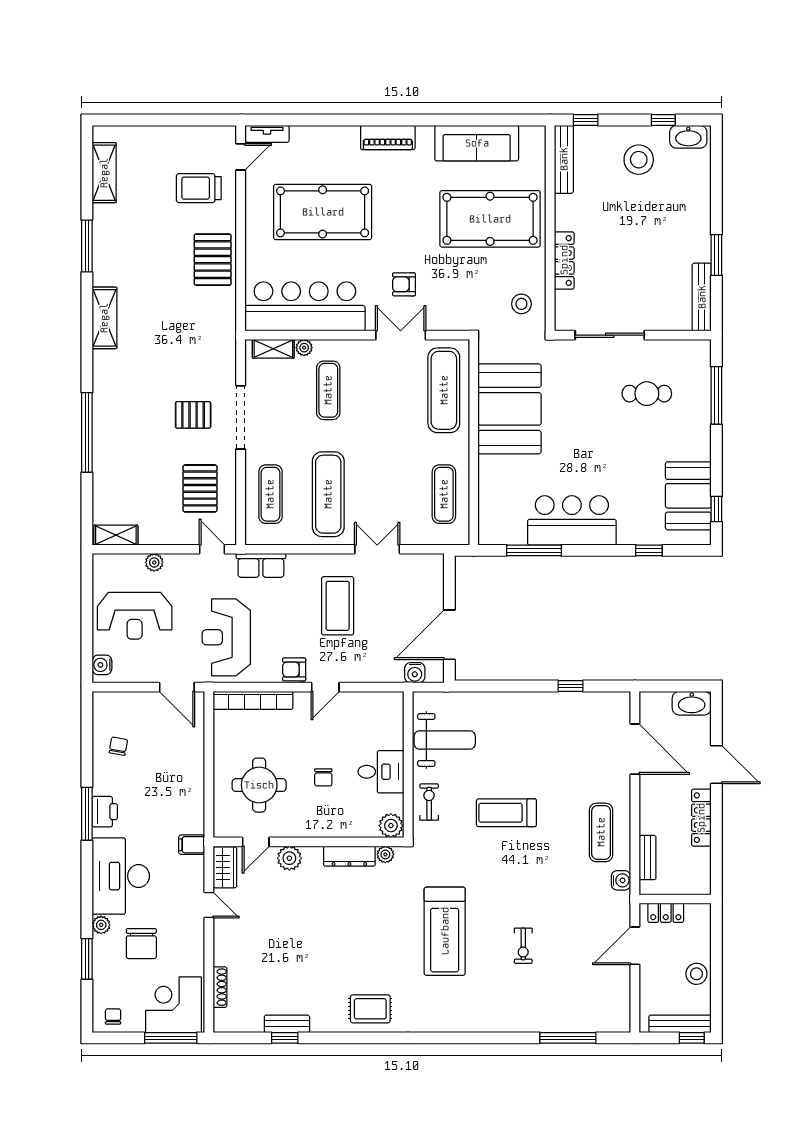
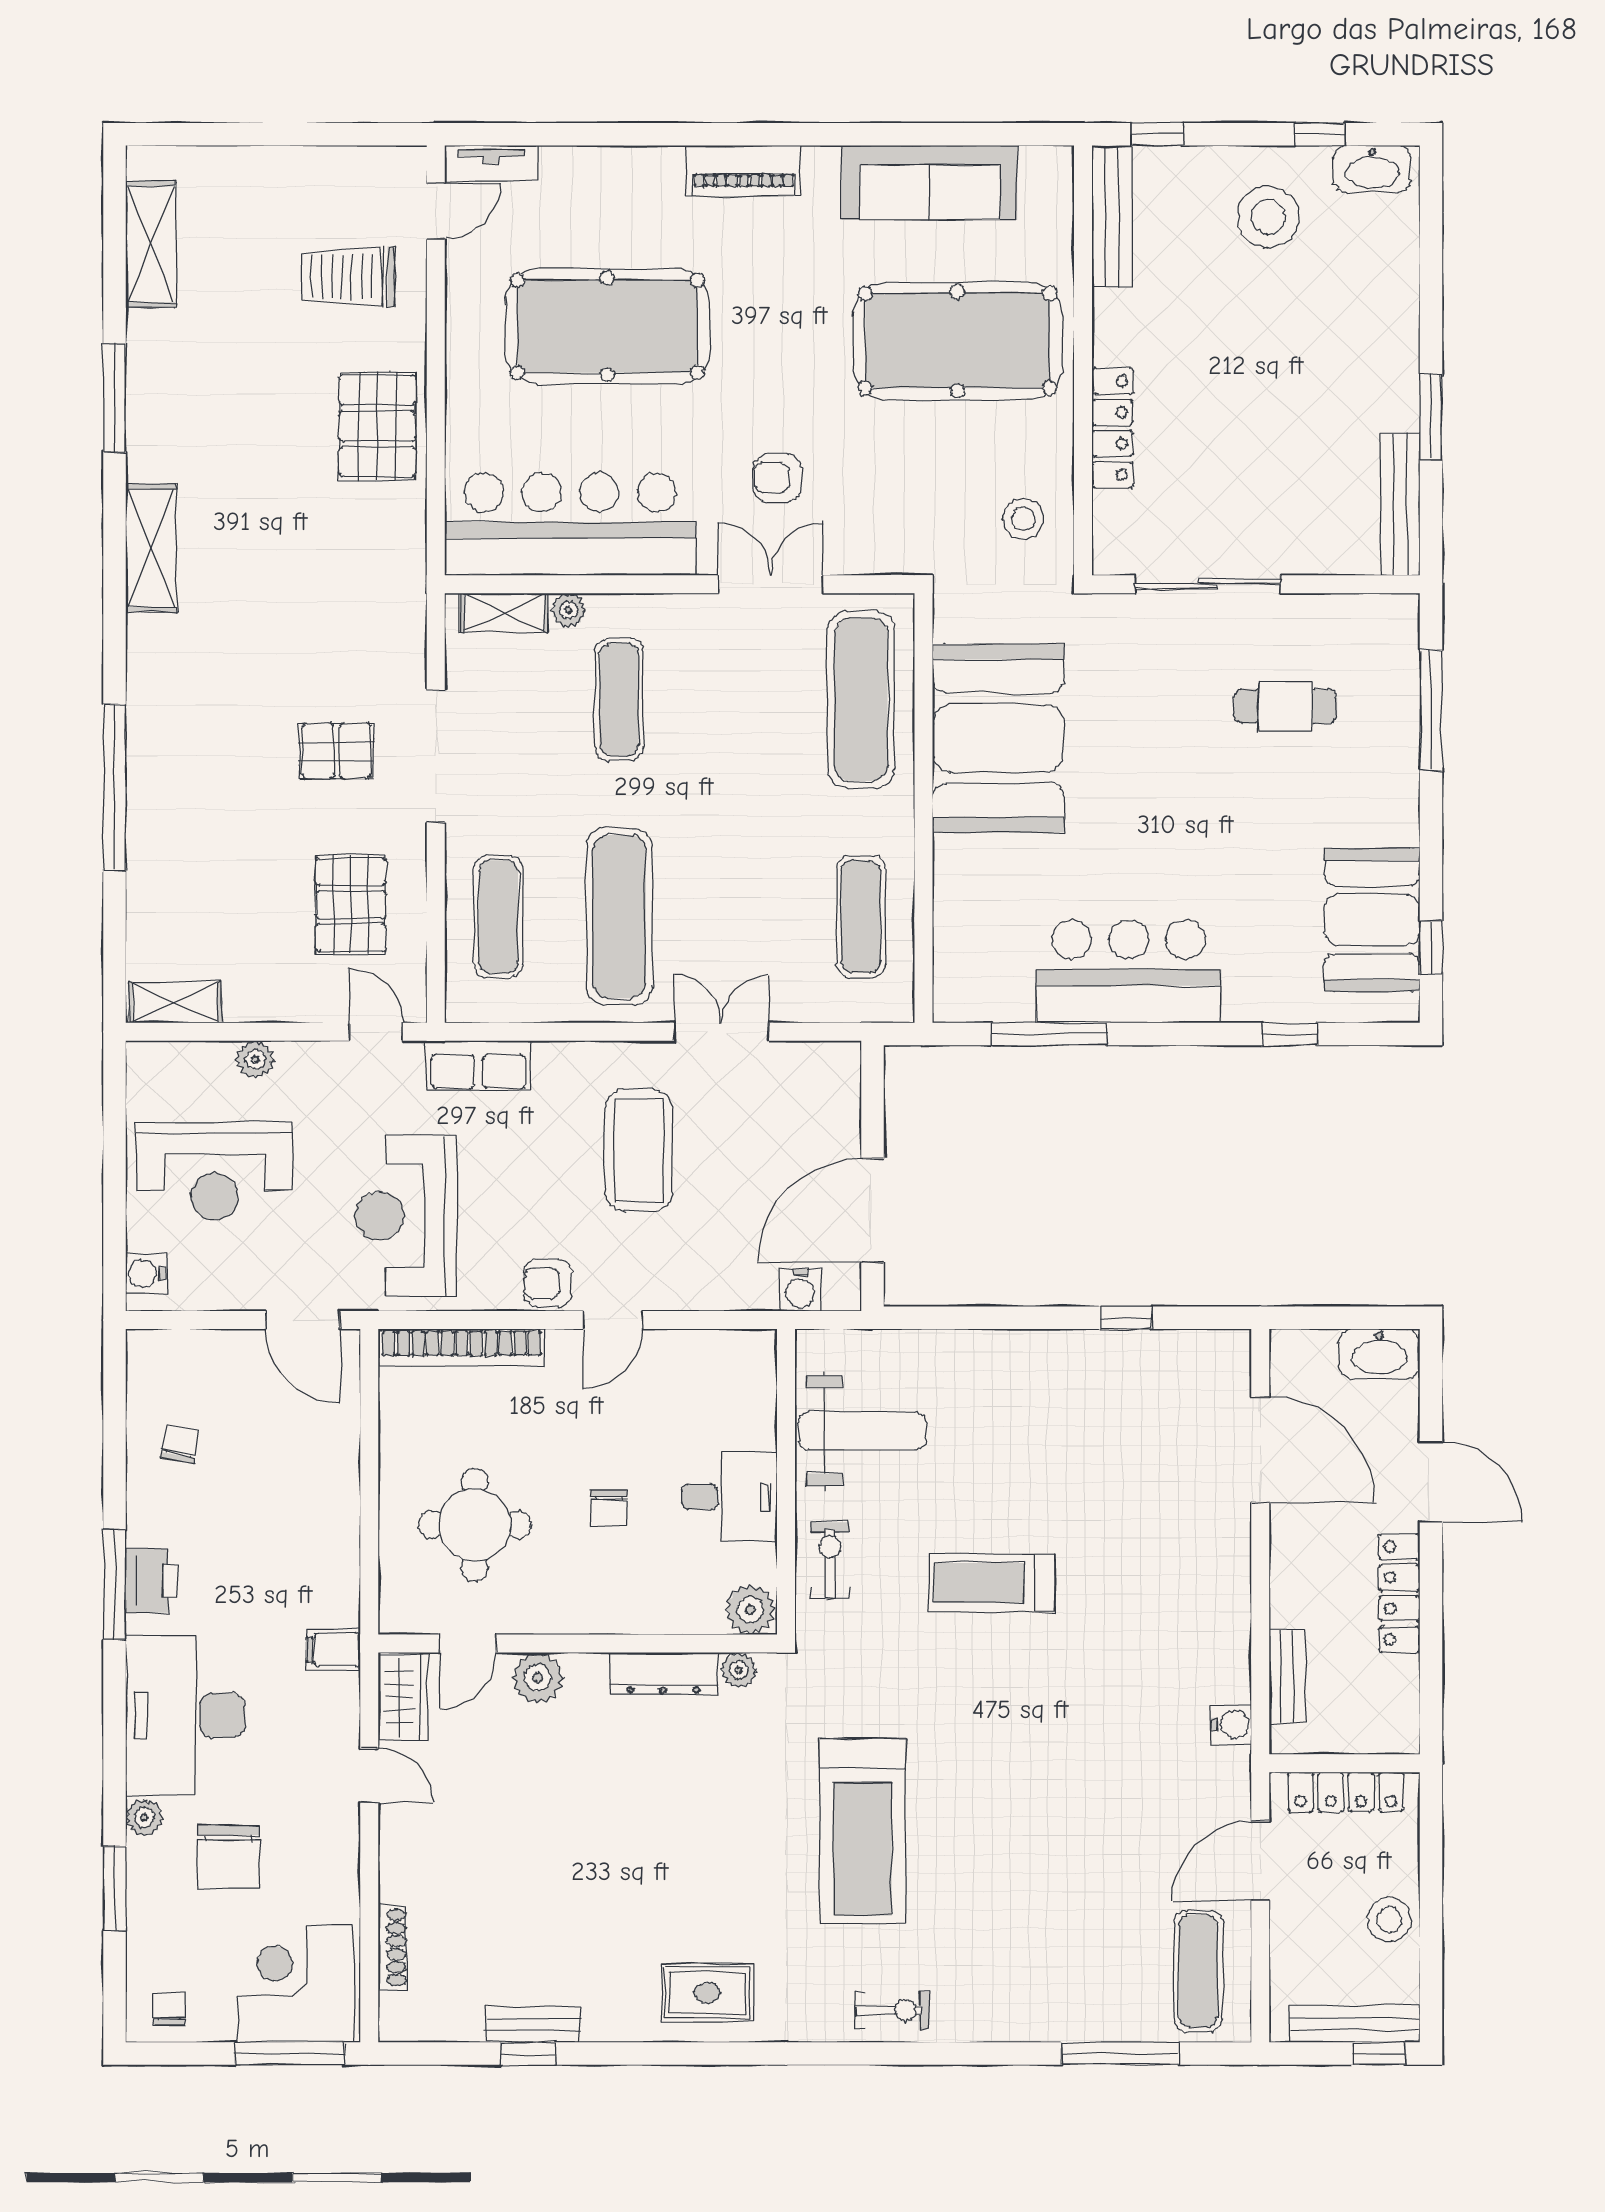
exercise mat: (601, 832) -> (1198, 1971), moved
locker: (666, 913) -> (1346, 1792), width x1.53
exercise bike: (523, 946) -> (892, 2010), moved, turned -90

